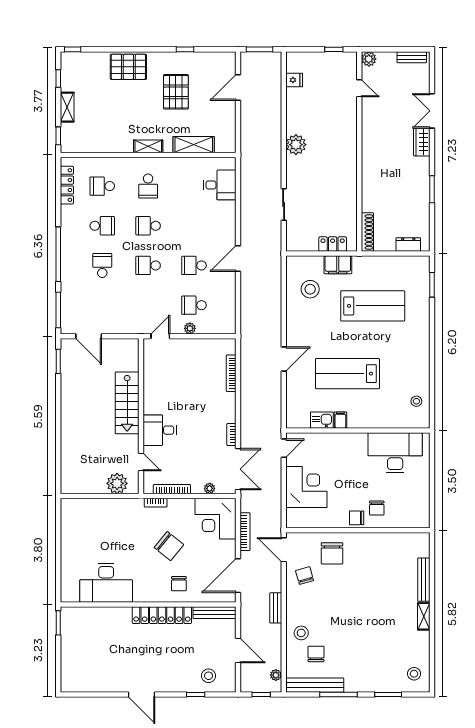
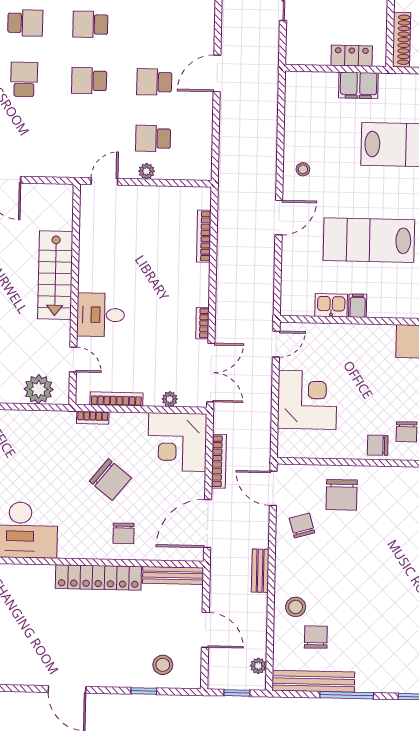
stool: (310, 289) -> (303, 169), moved, width x0.53, depth x0.53

